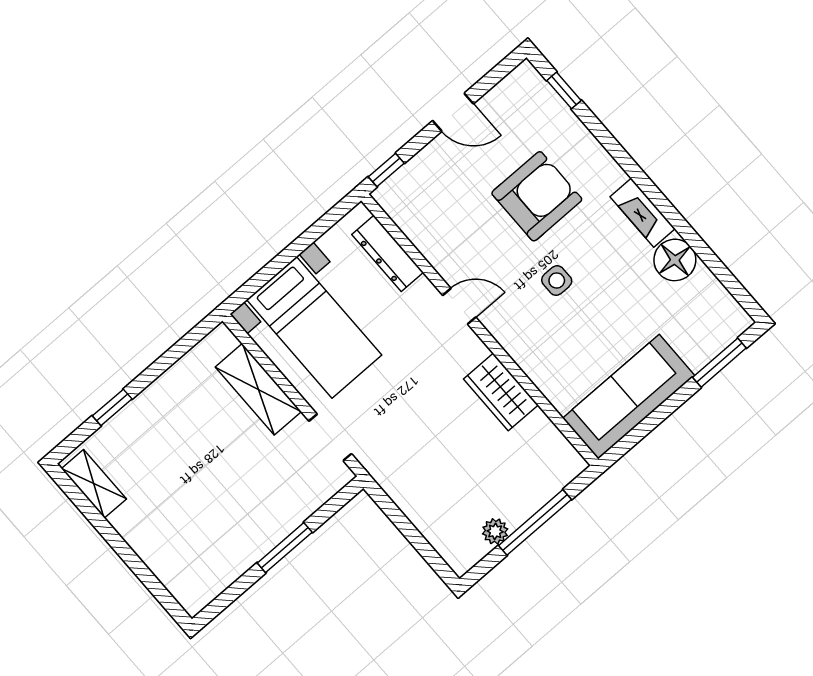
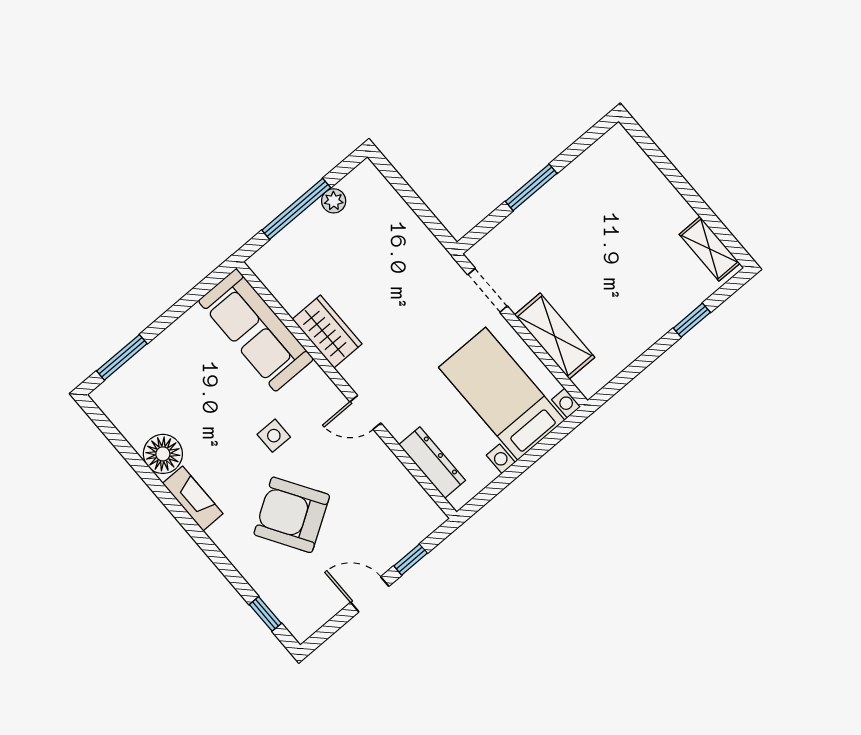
window: (386, 170) -> (411, 560), moved
armchair: (537, 196) -> (292, 515), turned 58
sofa: (629, 397) -> (256, 330), moved, turned 90

